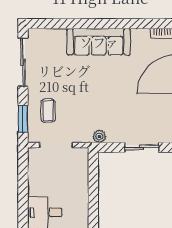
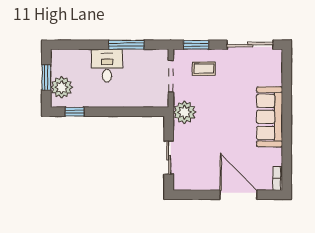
plant: (99, 137) -> (184, 112), width x1.87, depth x1.87
window: (23, 192) -> (126, 45), added

